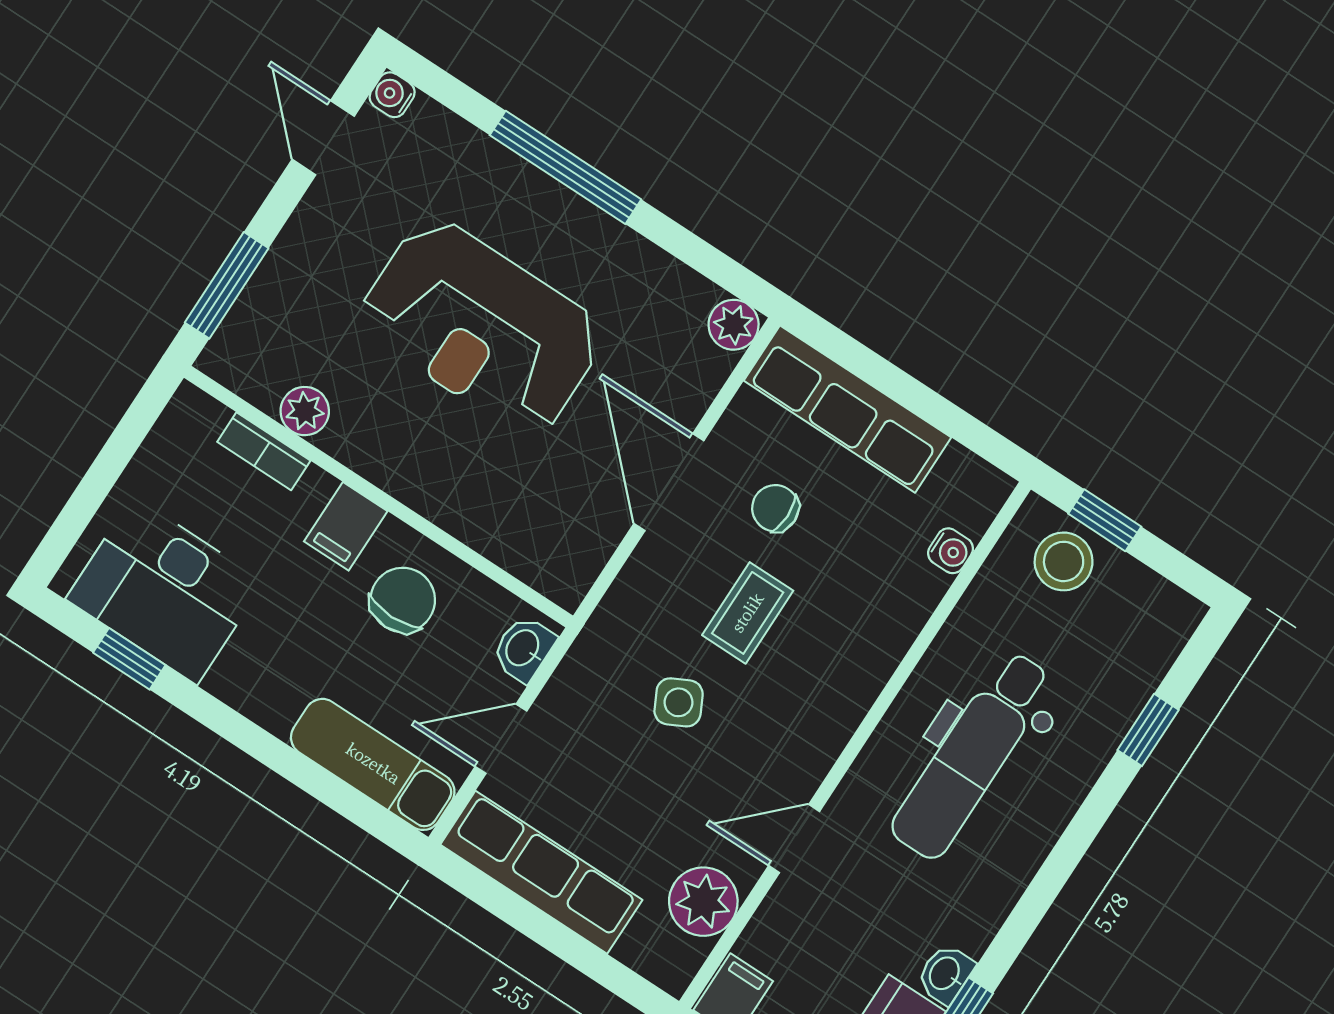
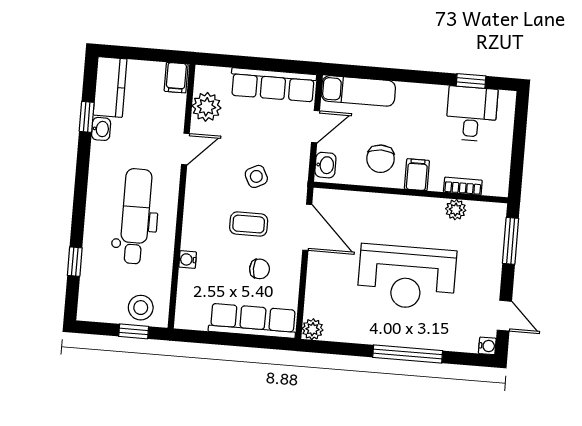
reception desk: (481, 327) -> (407, 277), turned 180
door: (669, 482) -> (307, 227), moved
water cooler: (951, 551) -> (188, 260), moved
desk: (165, 590) -> (472, 114), width x0.73
coffee table: (748, 613) -> (249, 224), turned 90

